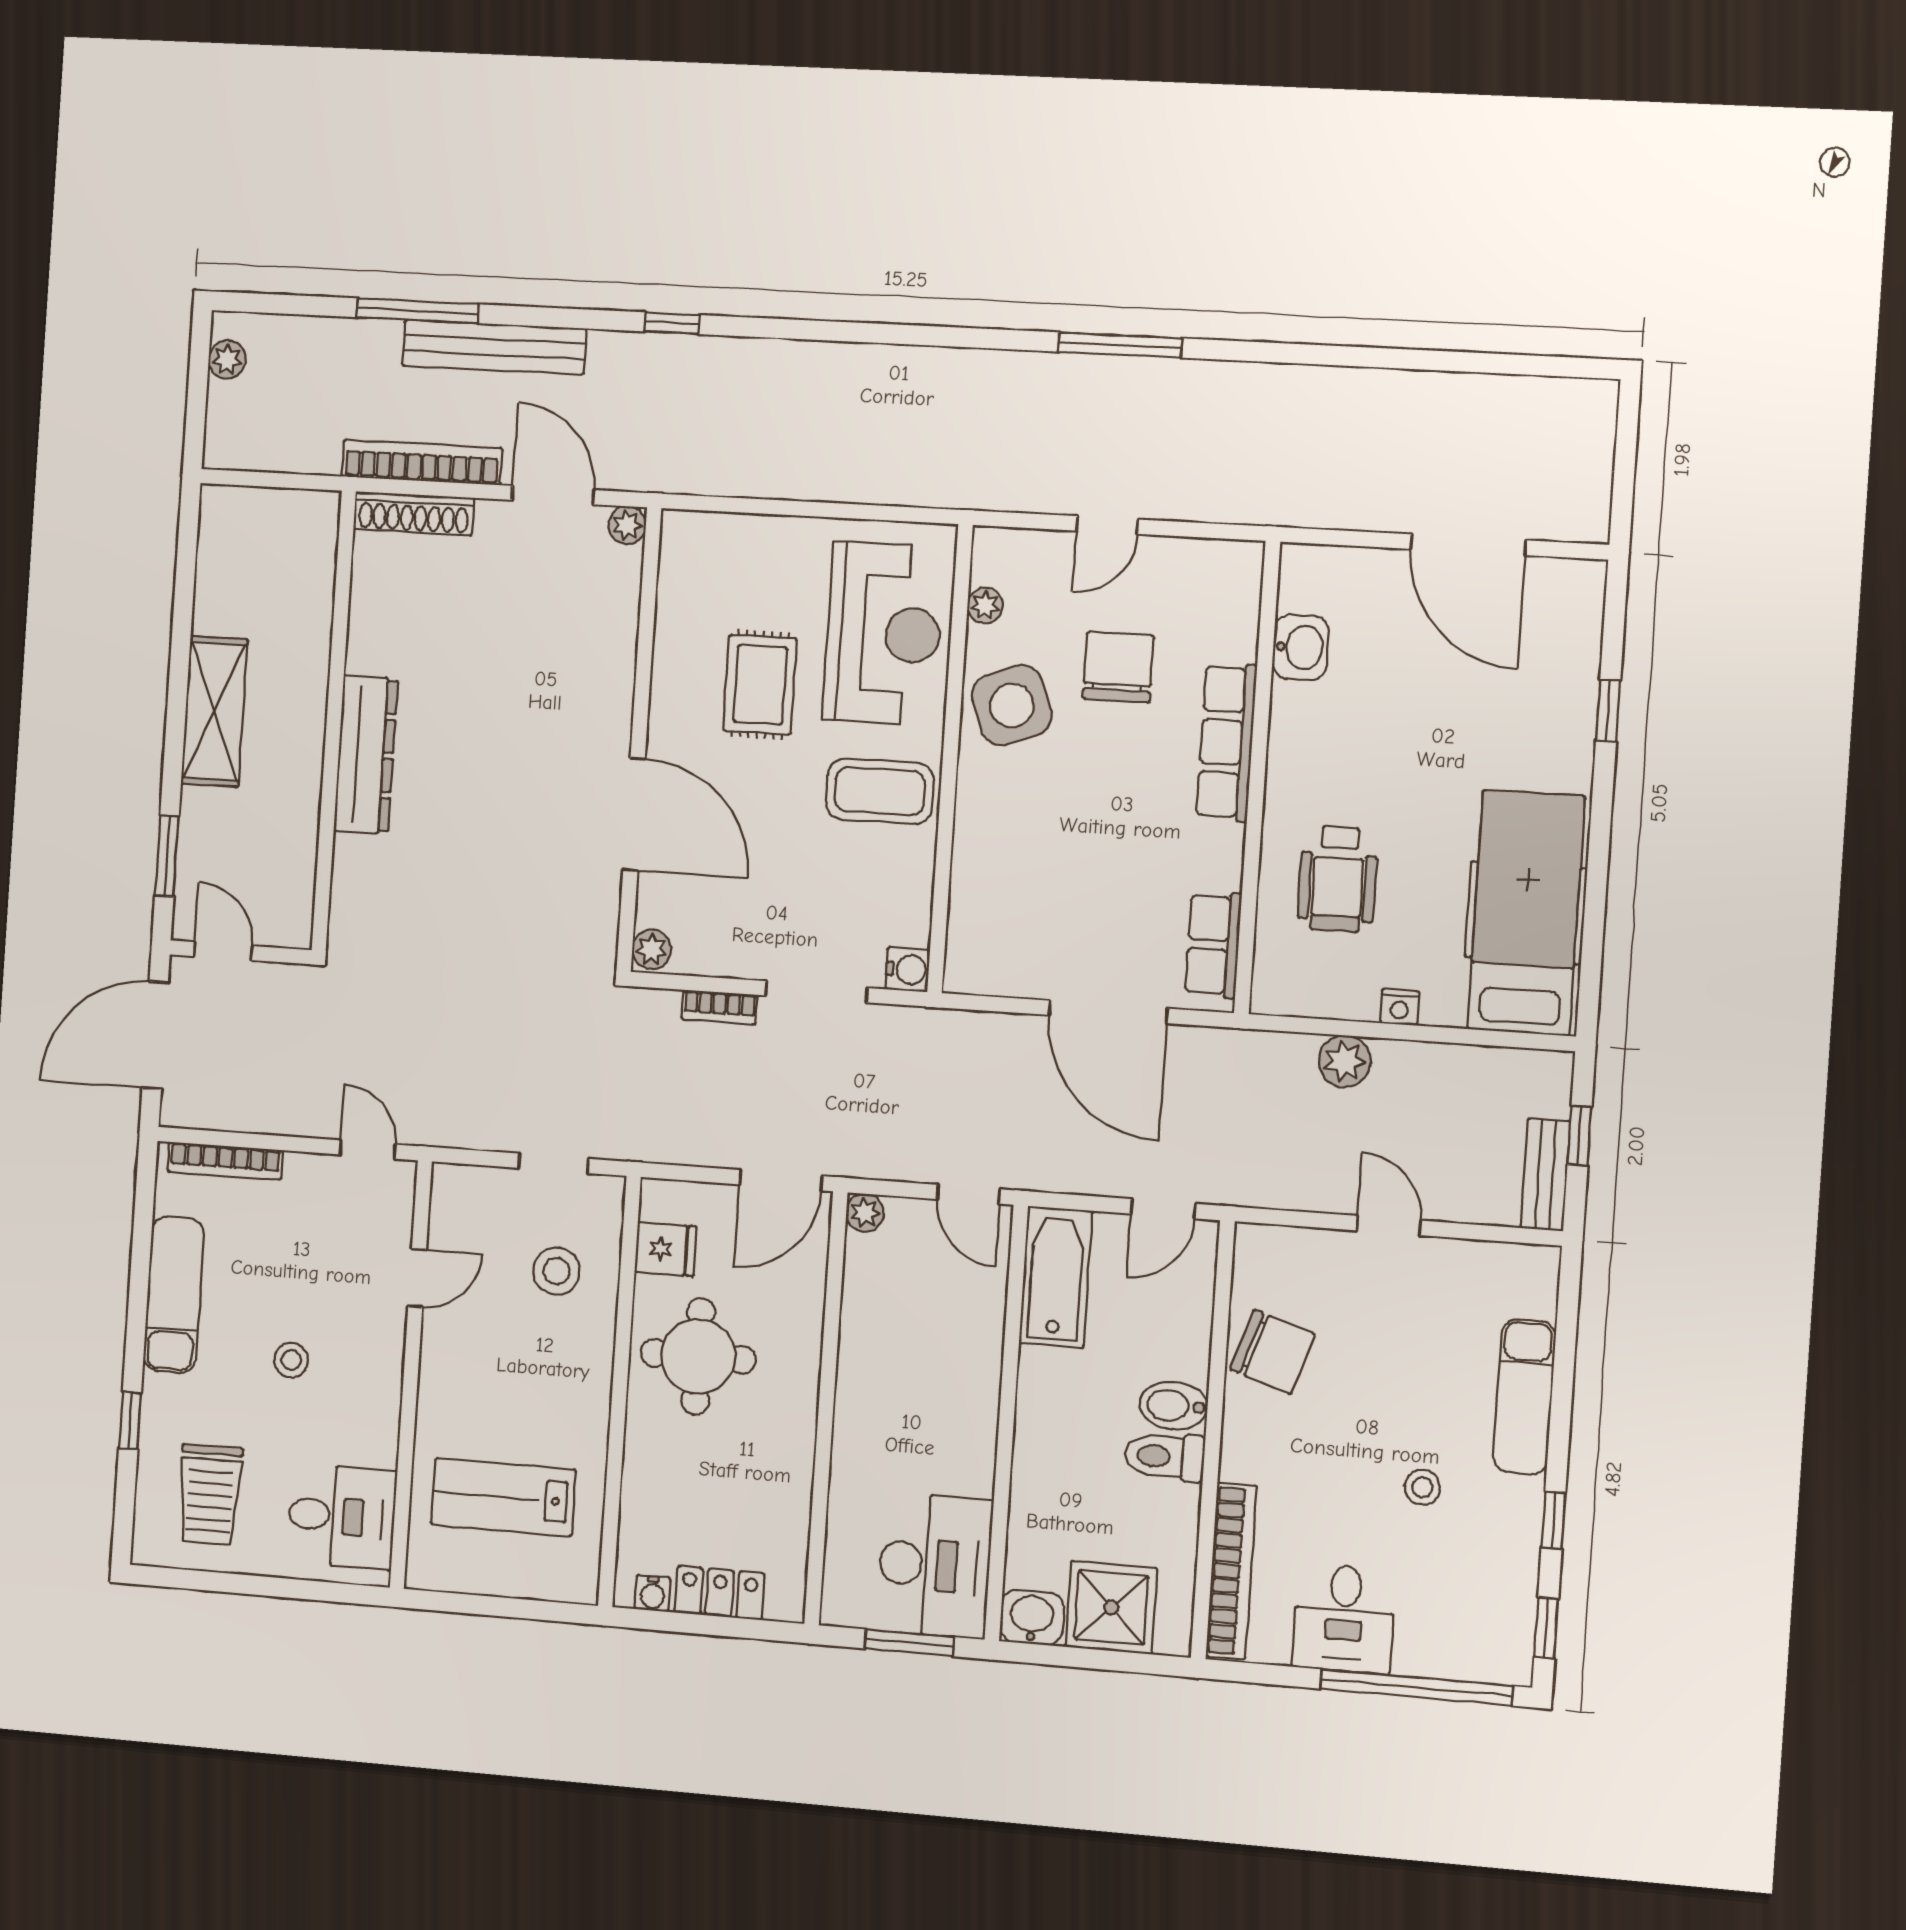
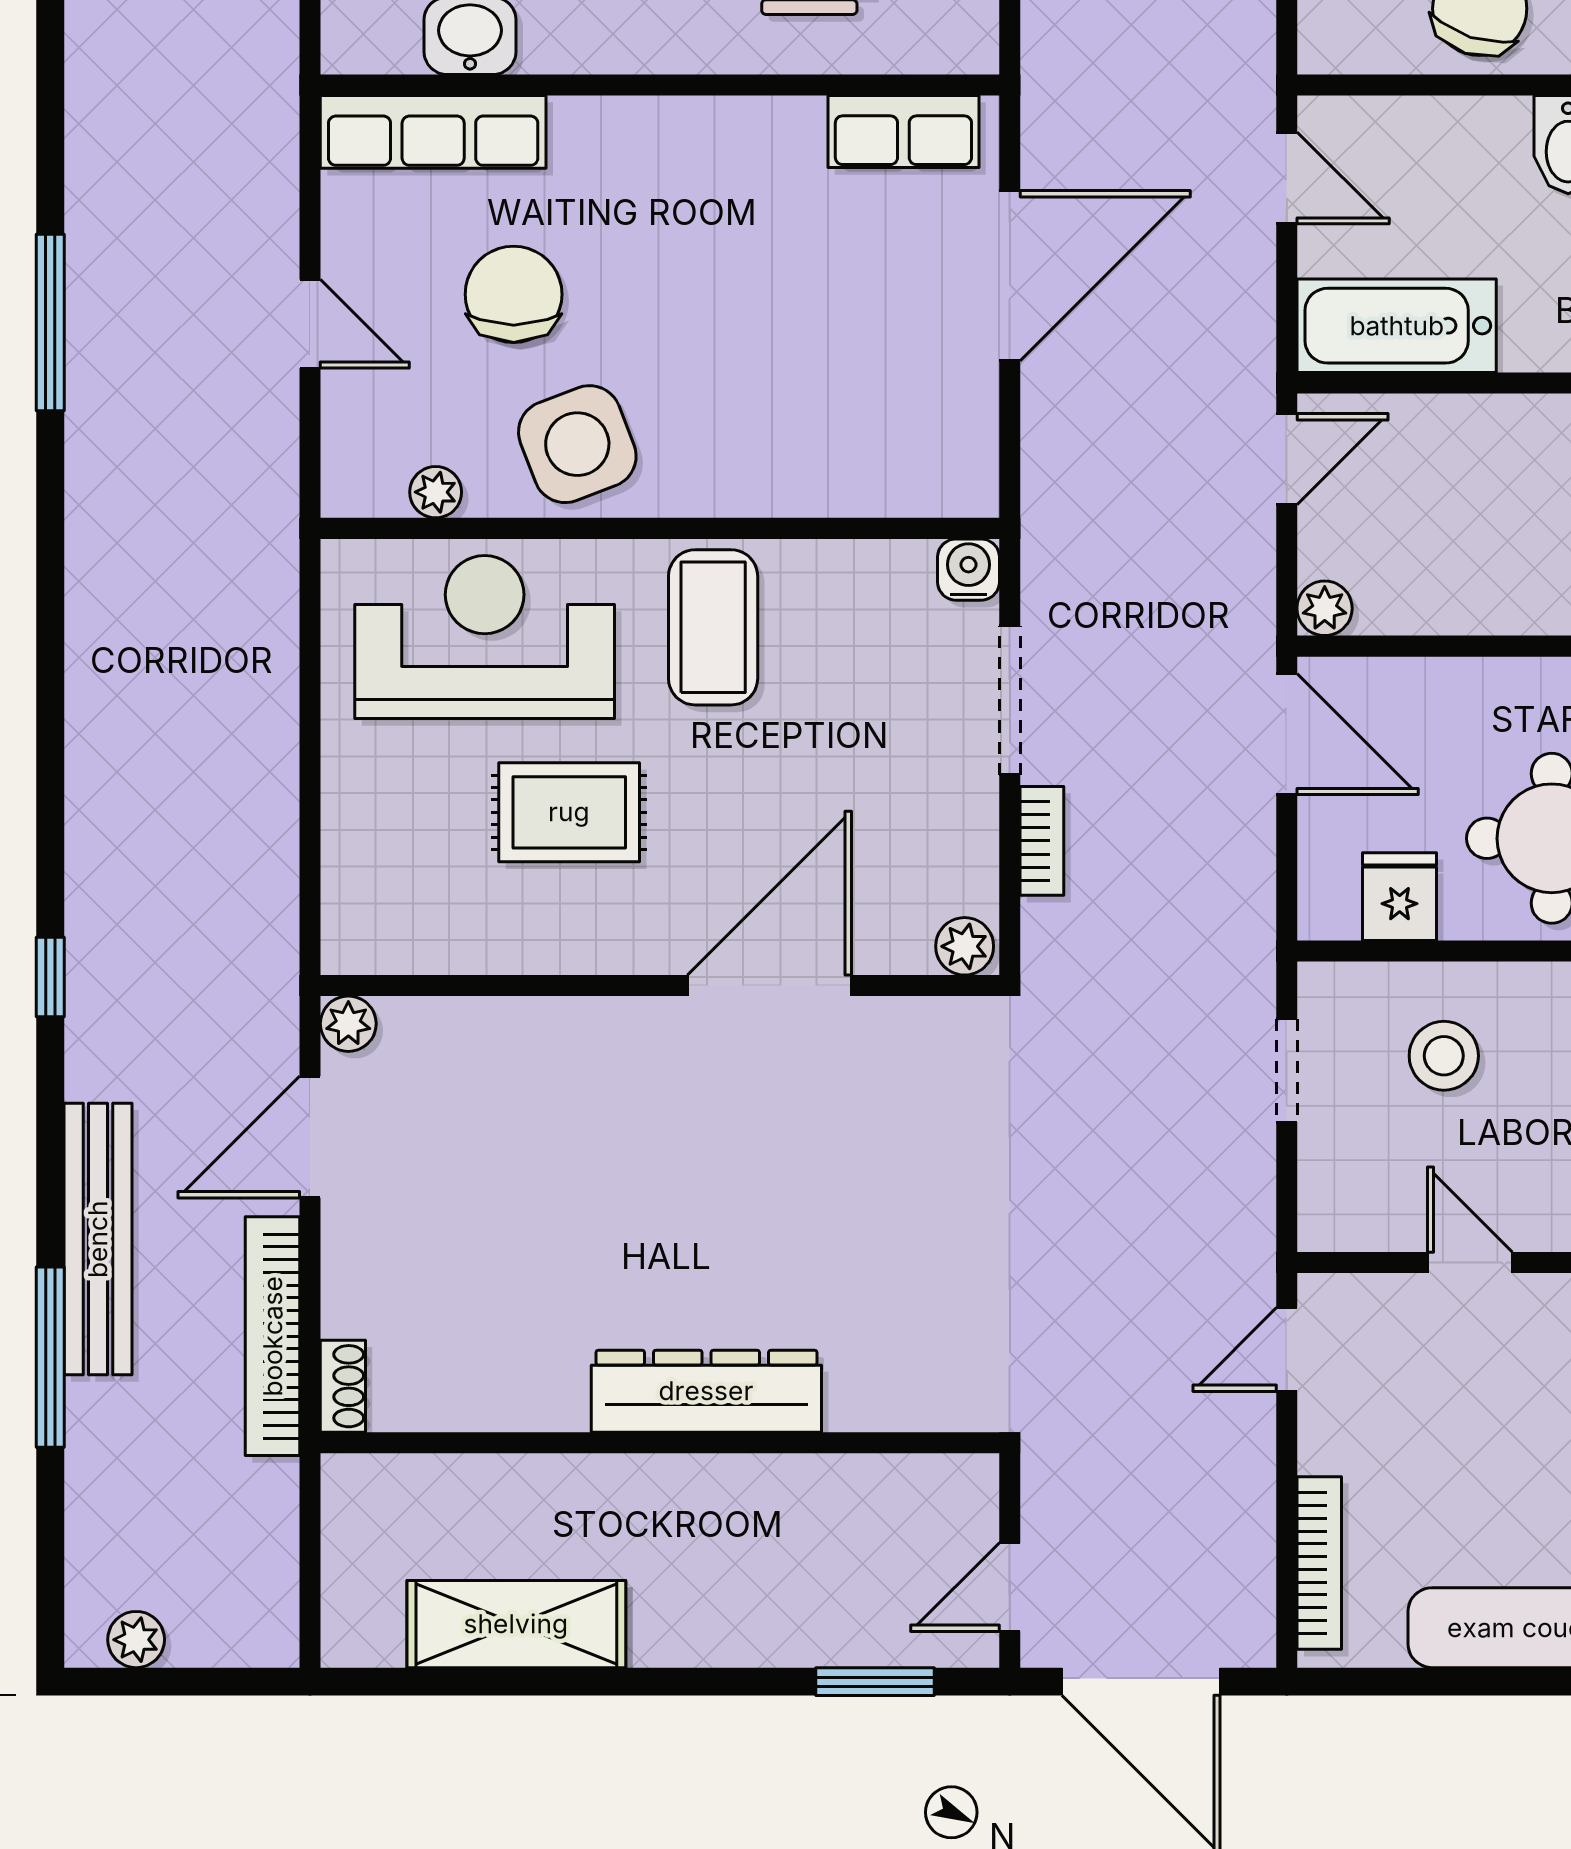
shoe rack: (414, 513) -> (343, 1386), width x0.51, depth x0.81
chair: (1118, 667) -> (514, 294), turned 90
shelving: (214, 711) -> (516, 1624), moved
row of seats: (1227, 742) -> (433, 132), moved

